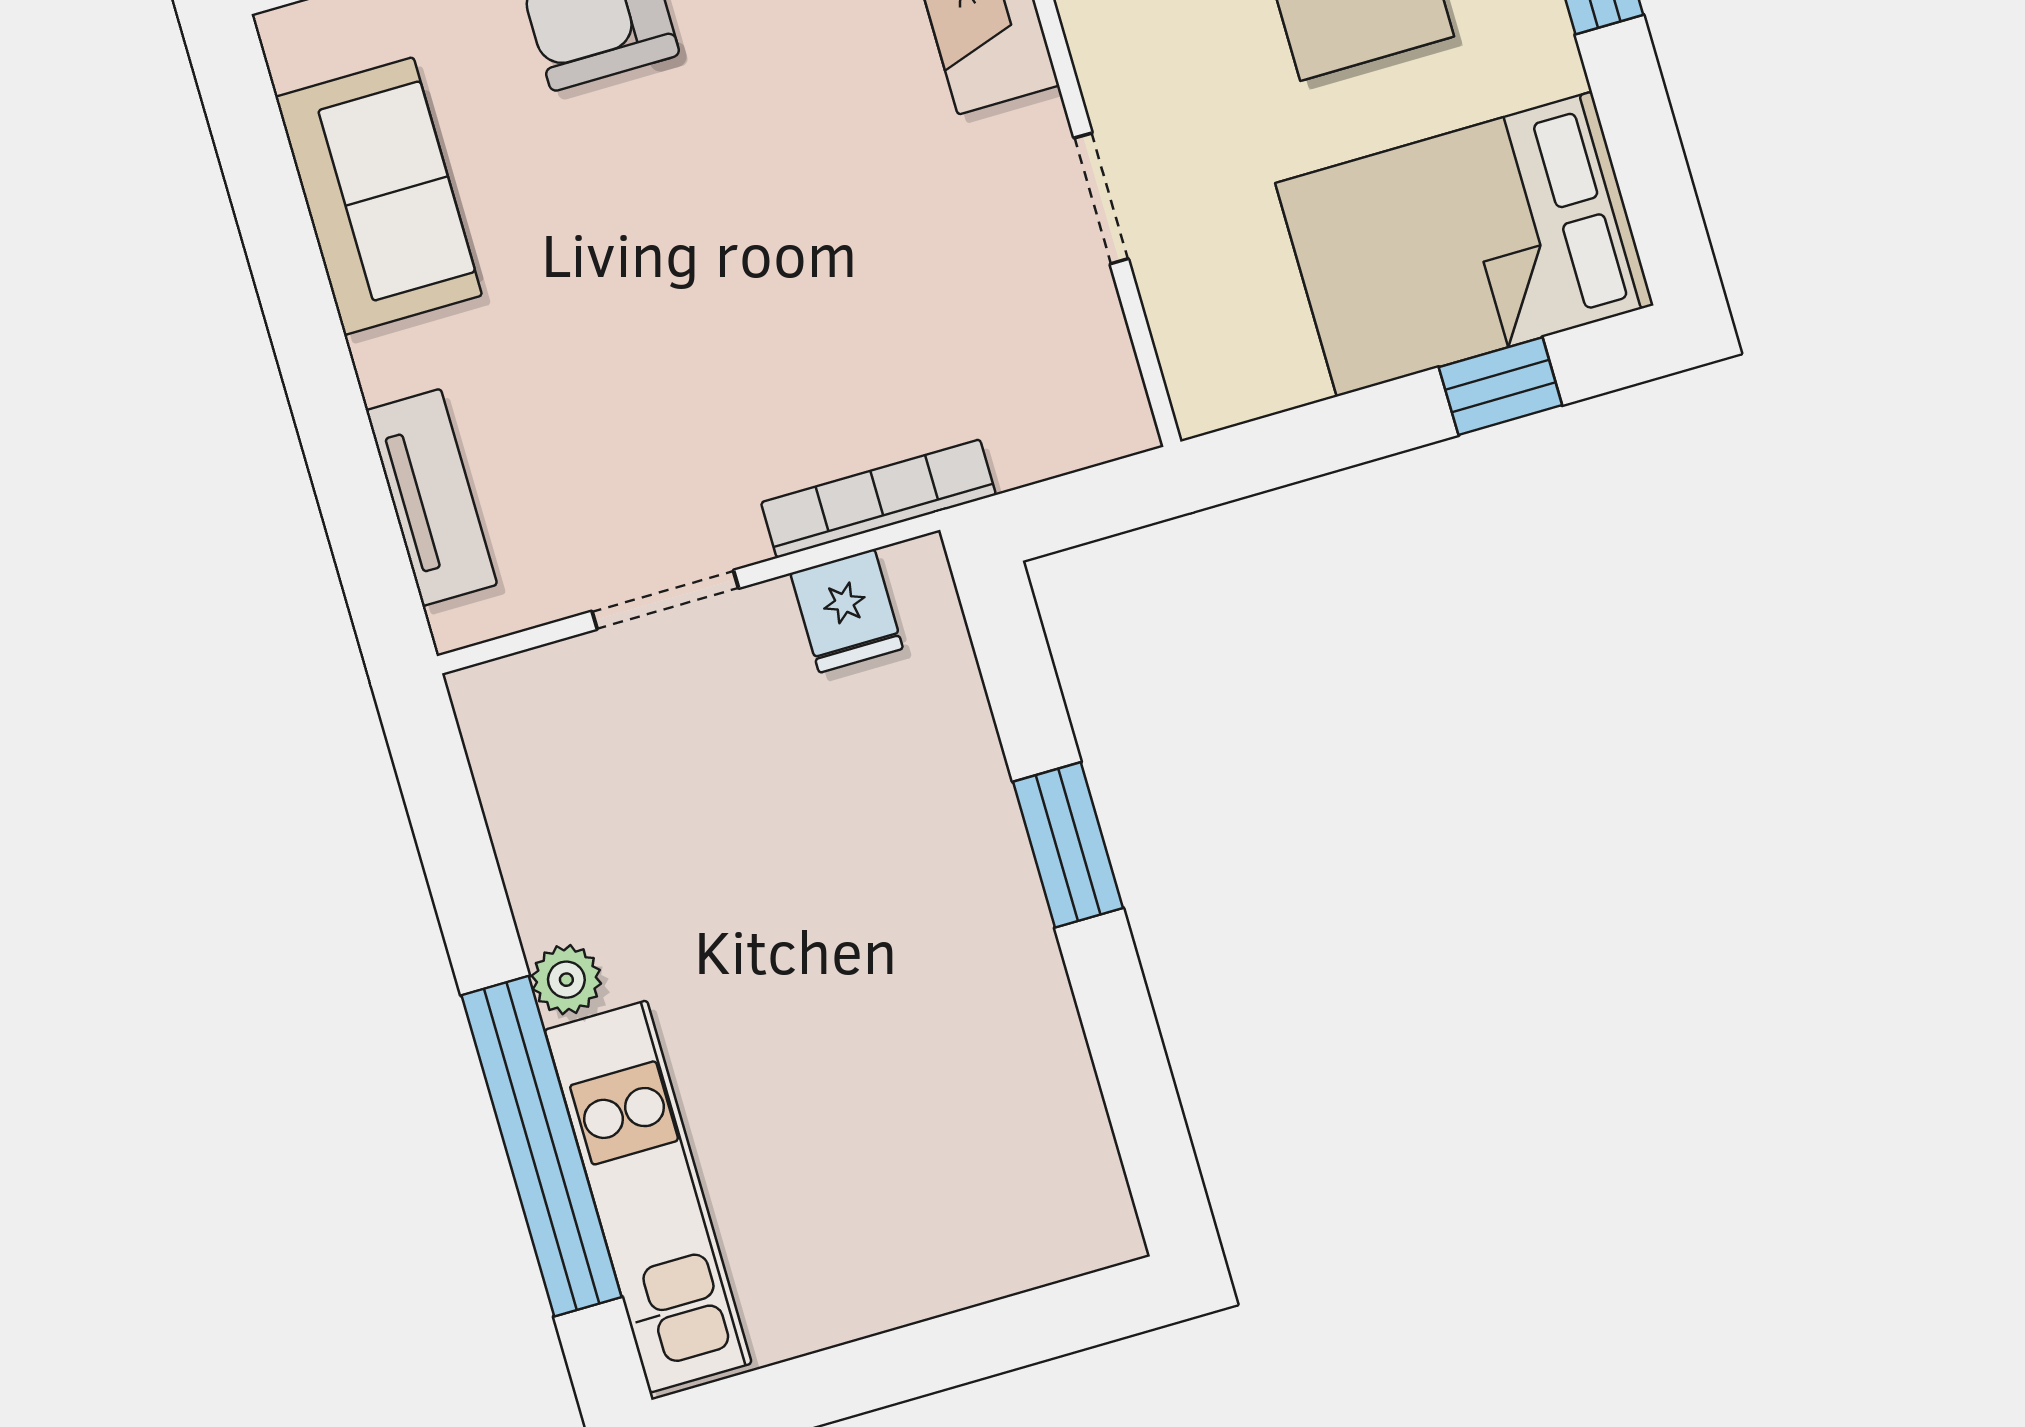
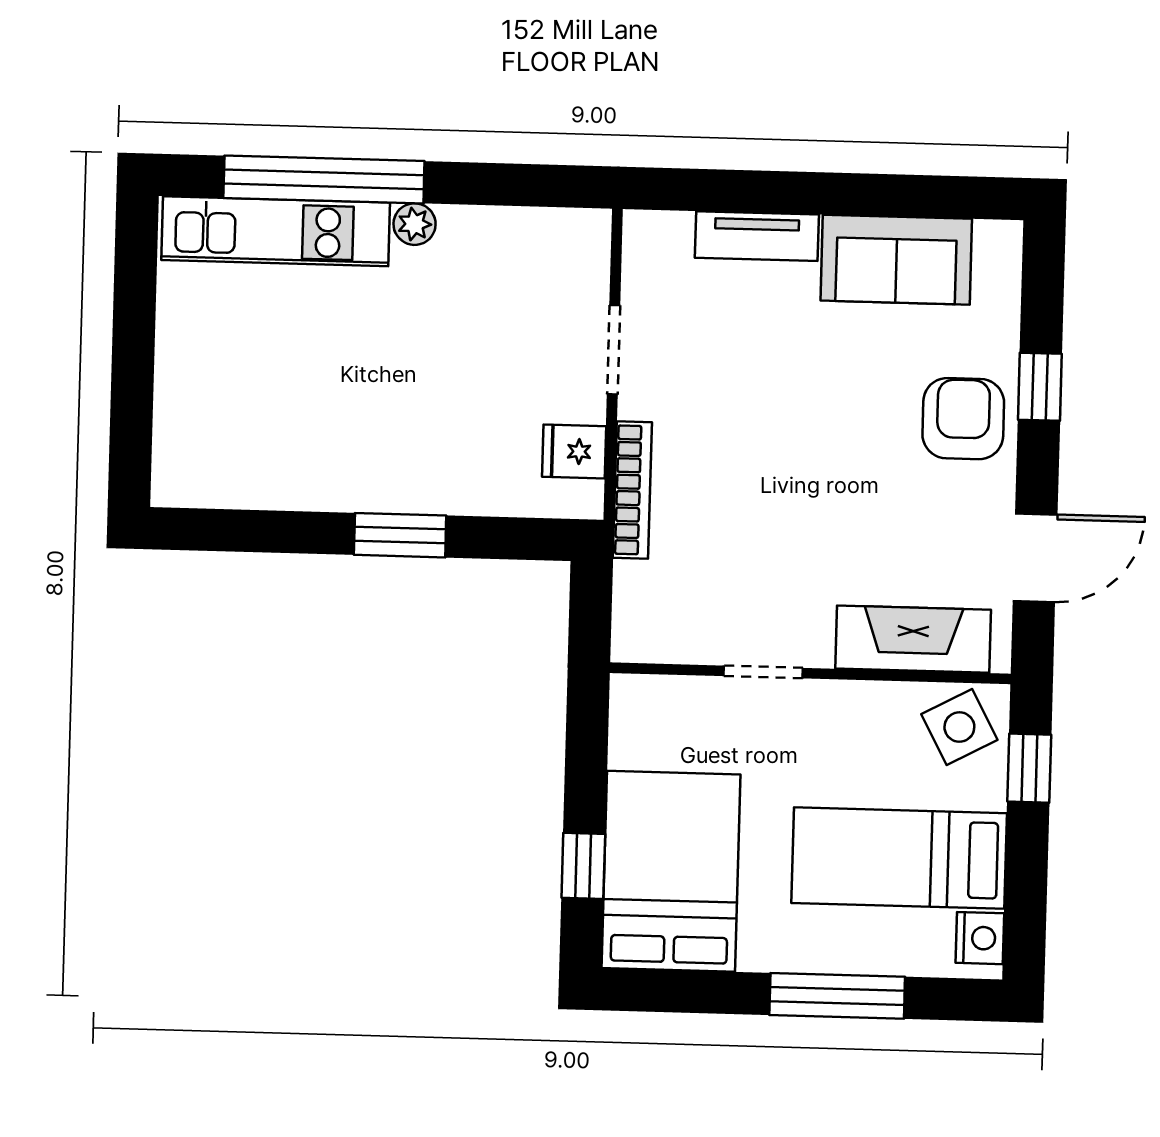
tv unit: (431, 497) -> (757, 236), moved

